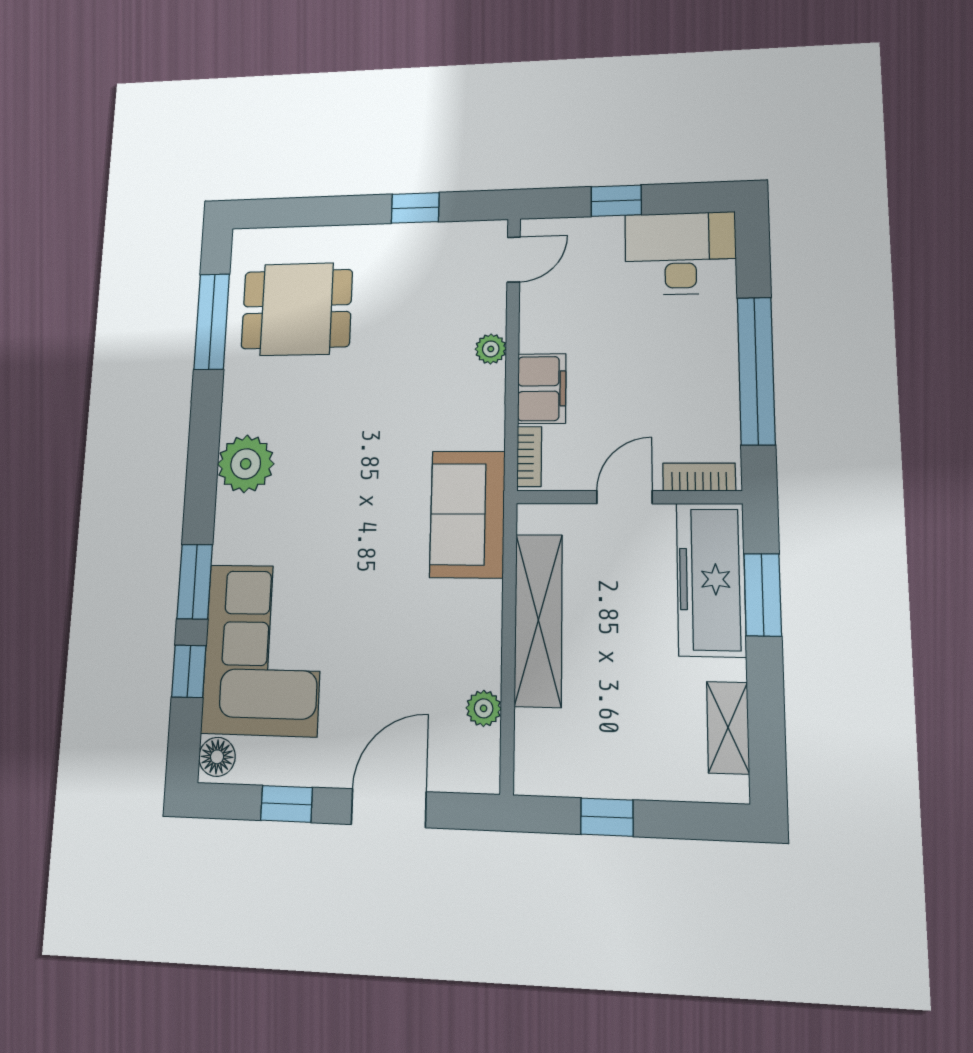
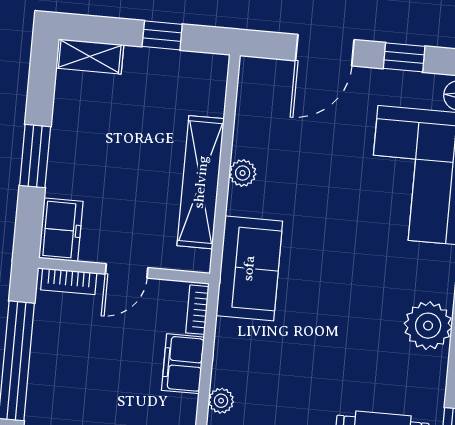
freezer: (711, 579) -> (61, 230), width x0.52, depth x0.79
window: (763, 595) -> (35, 156), moved
plant: (484, 708) -> (243, 173), moved
shelving: (728, 728) -> (90, 56), moved, turned 90

